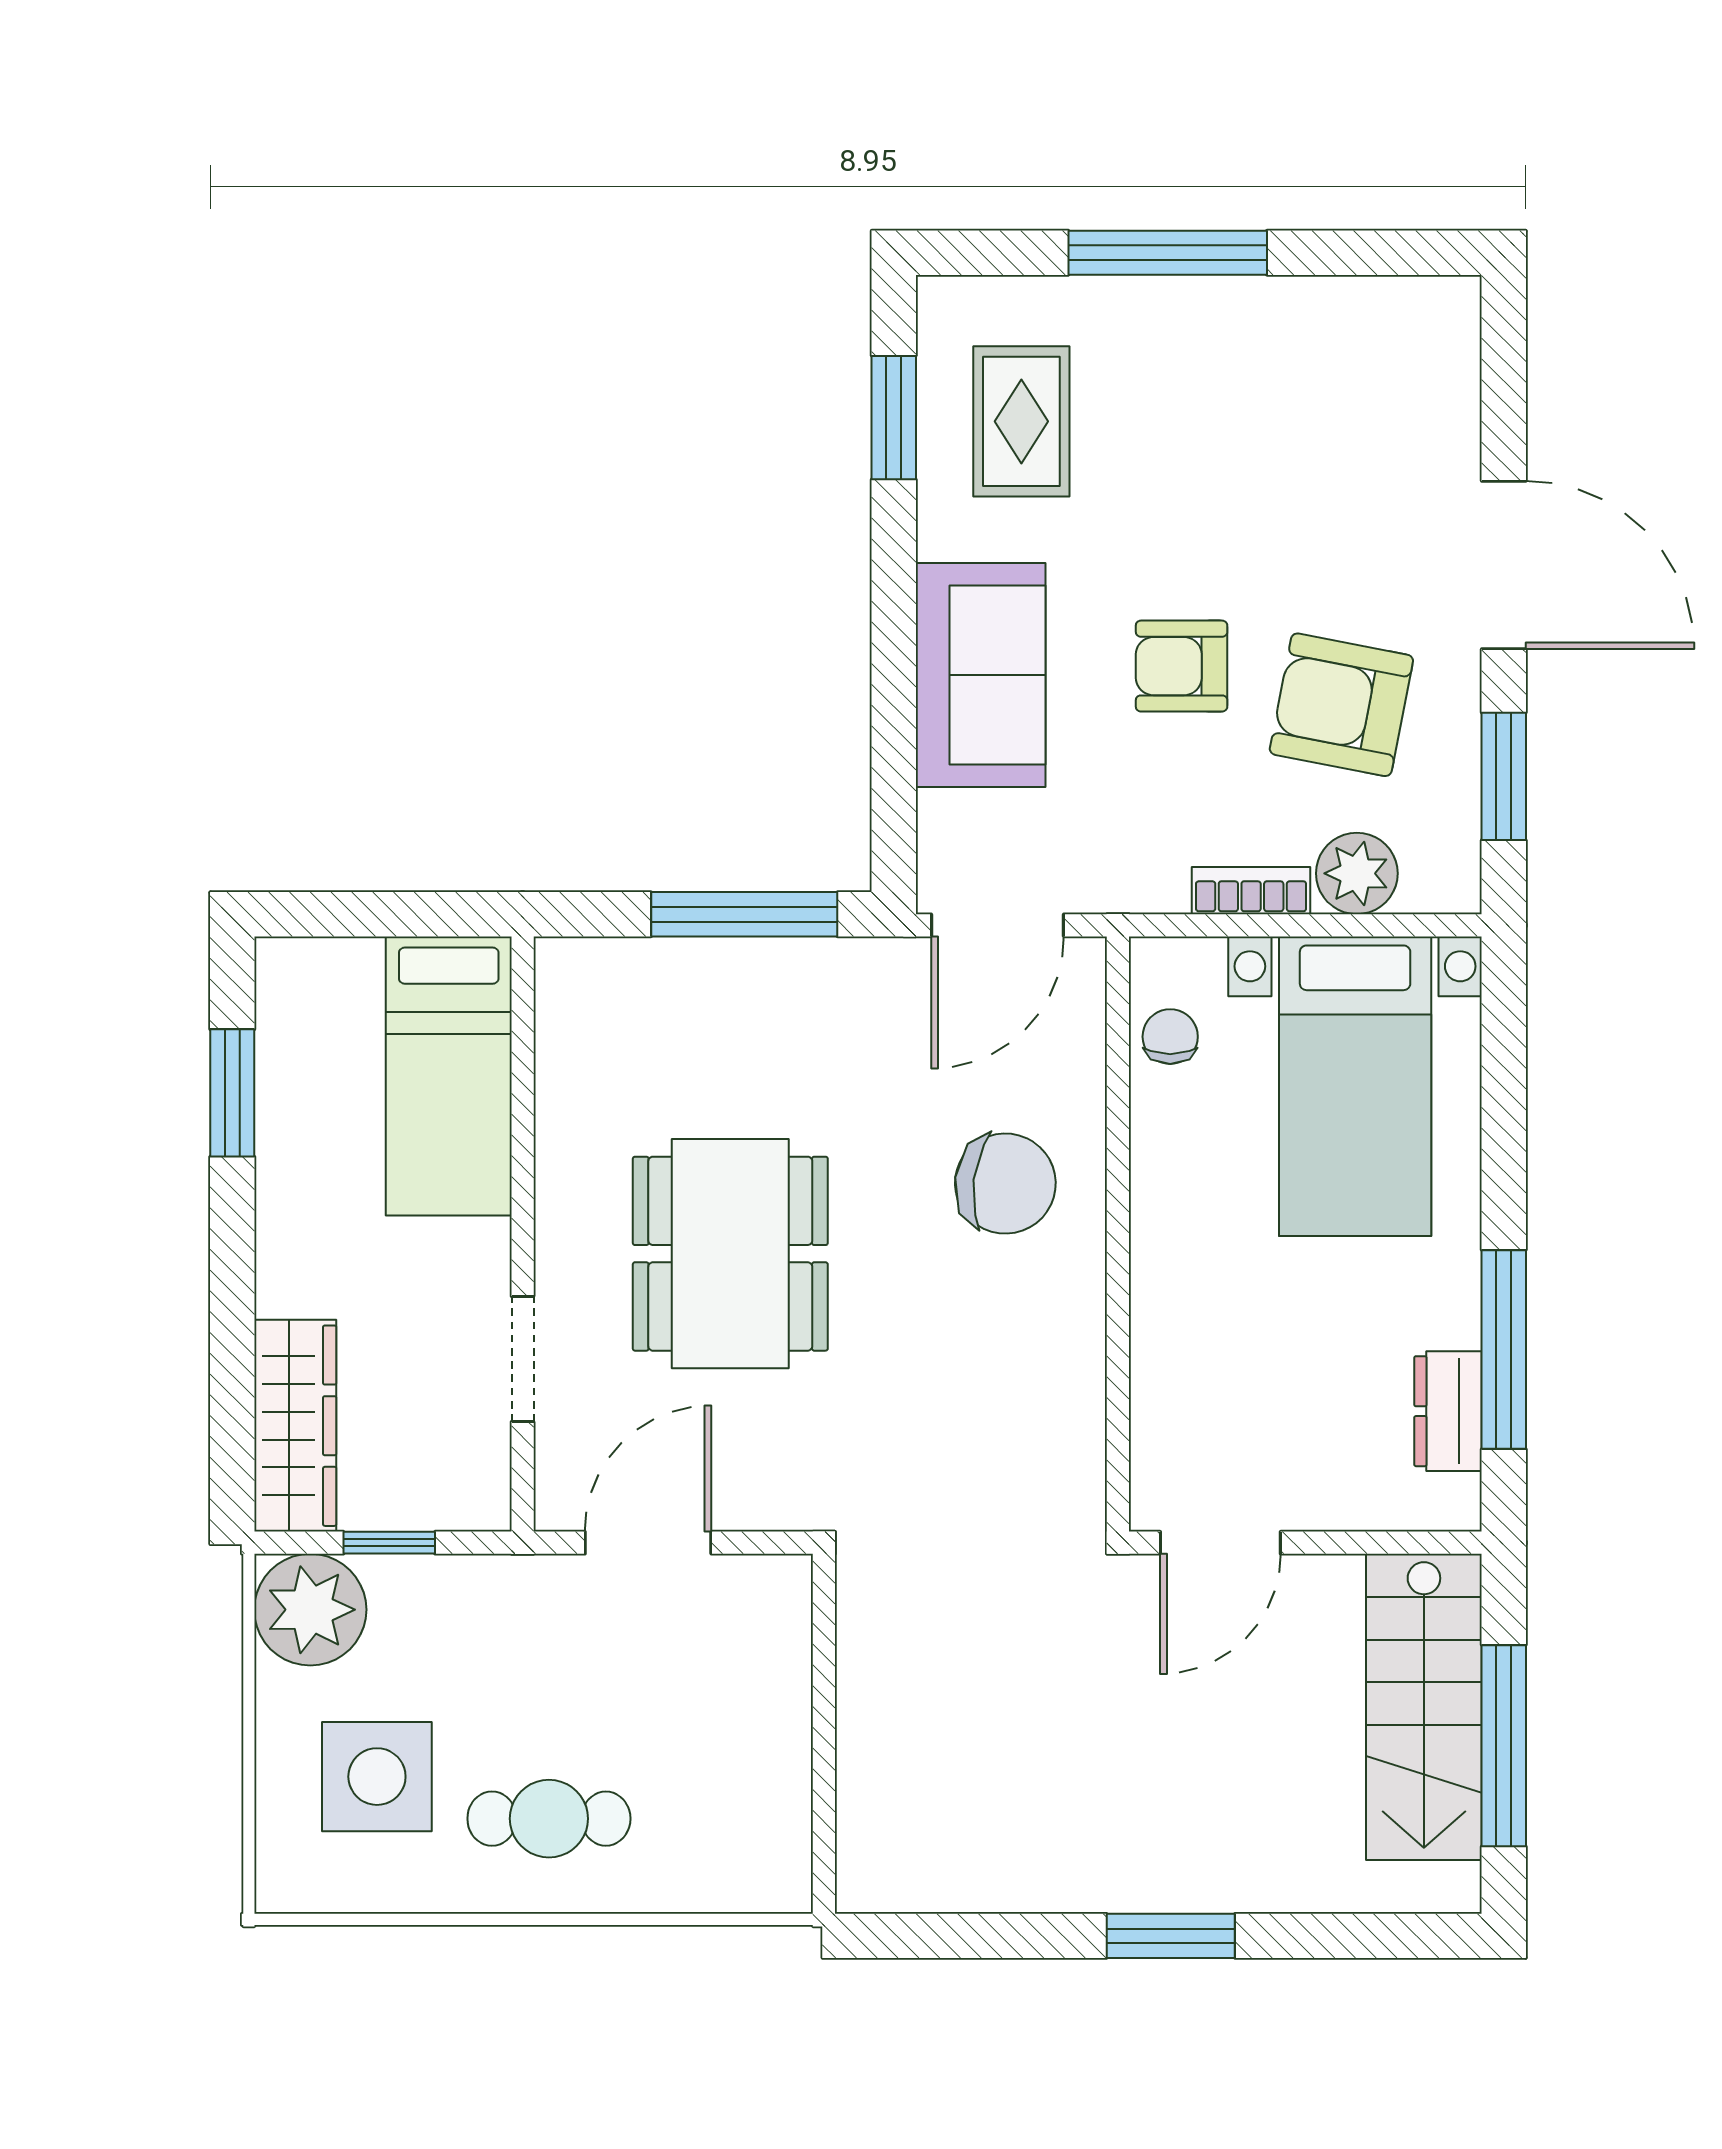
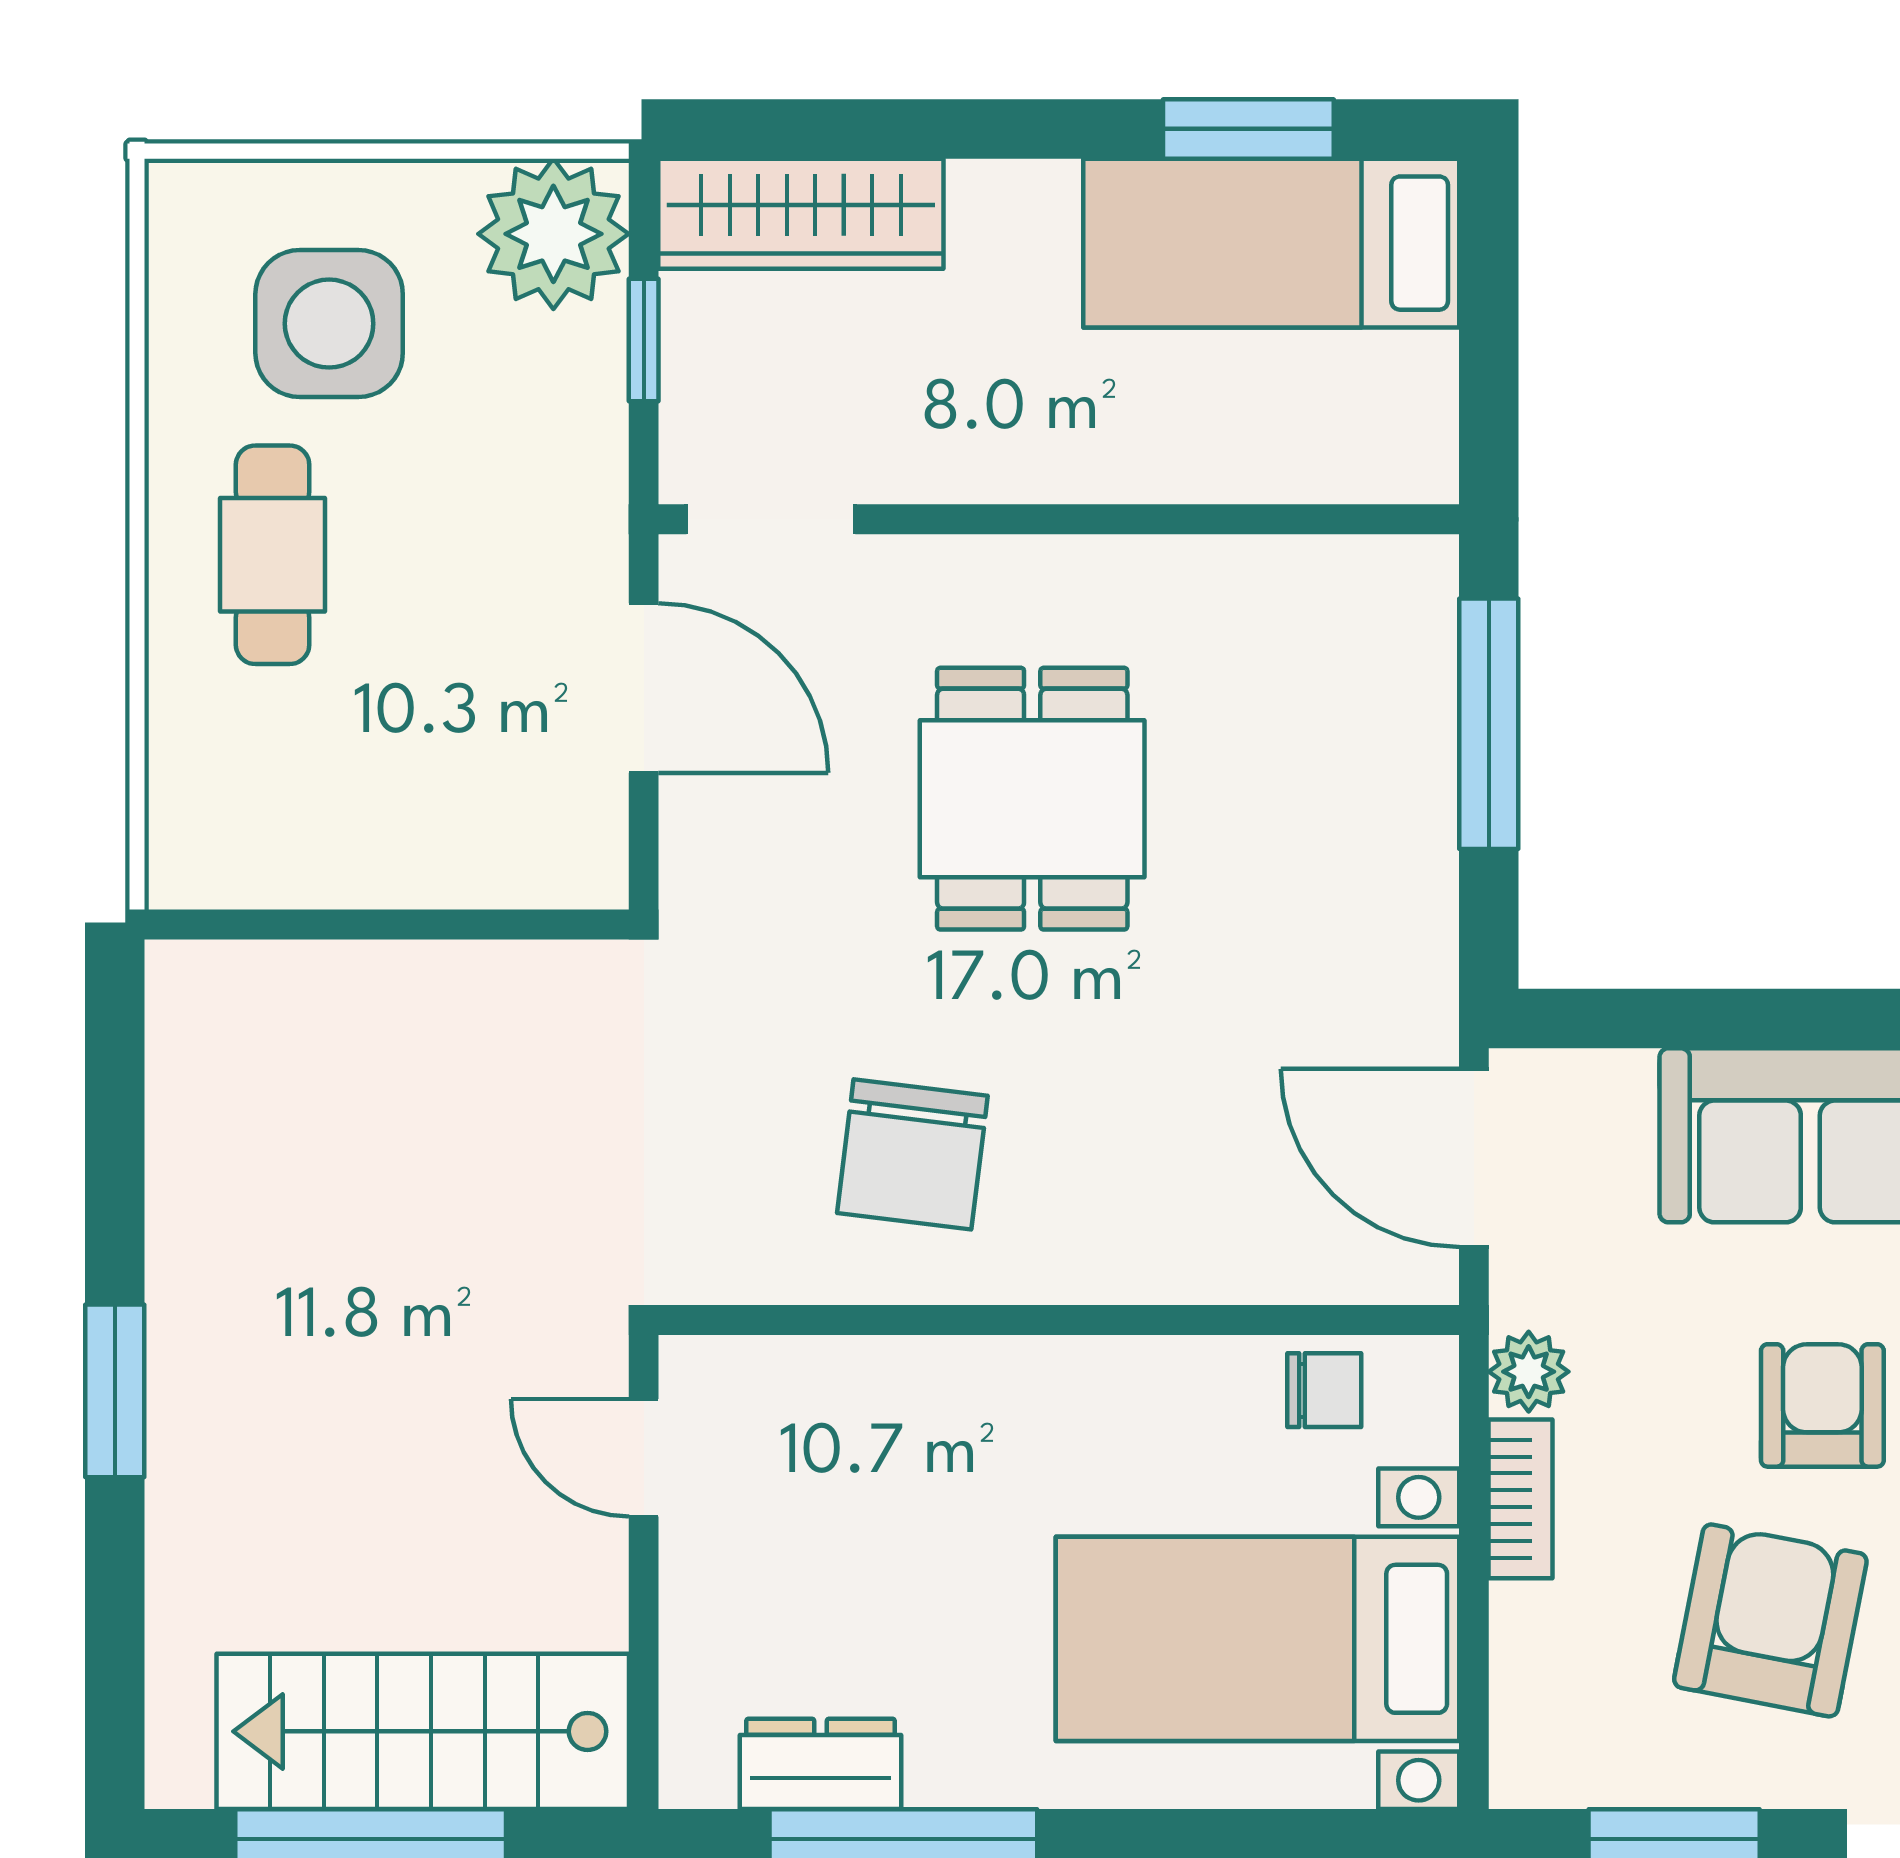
plant: (1357, 873) -> (1529, 1372), moved, width x0.73, depth x0.73
window: (744, 914) -> (1489, 724), moved
bed: (449, 1076) -> (1271, 243), moved
chair: (1005, 1184) -> (912, 1154), moved
dining table: (730, 1254) -> (1032, 799), width x0.73
doorway: (523, 1359) -> (771, 519), moved
door: (1220, 1543) -> (644, 1458), width x0.73

